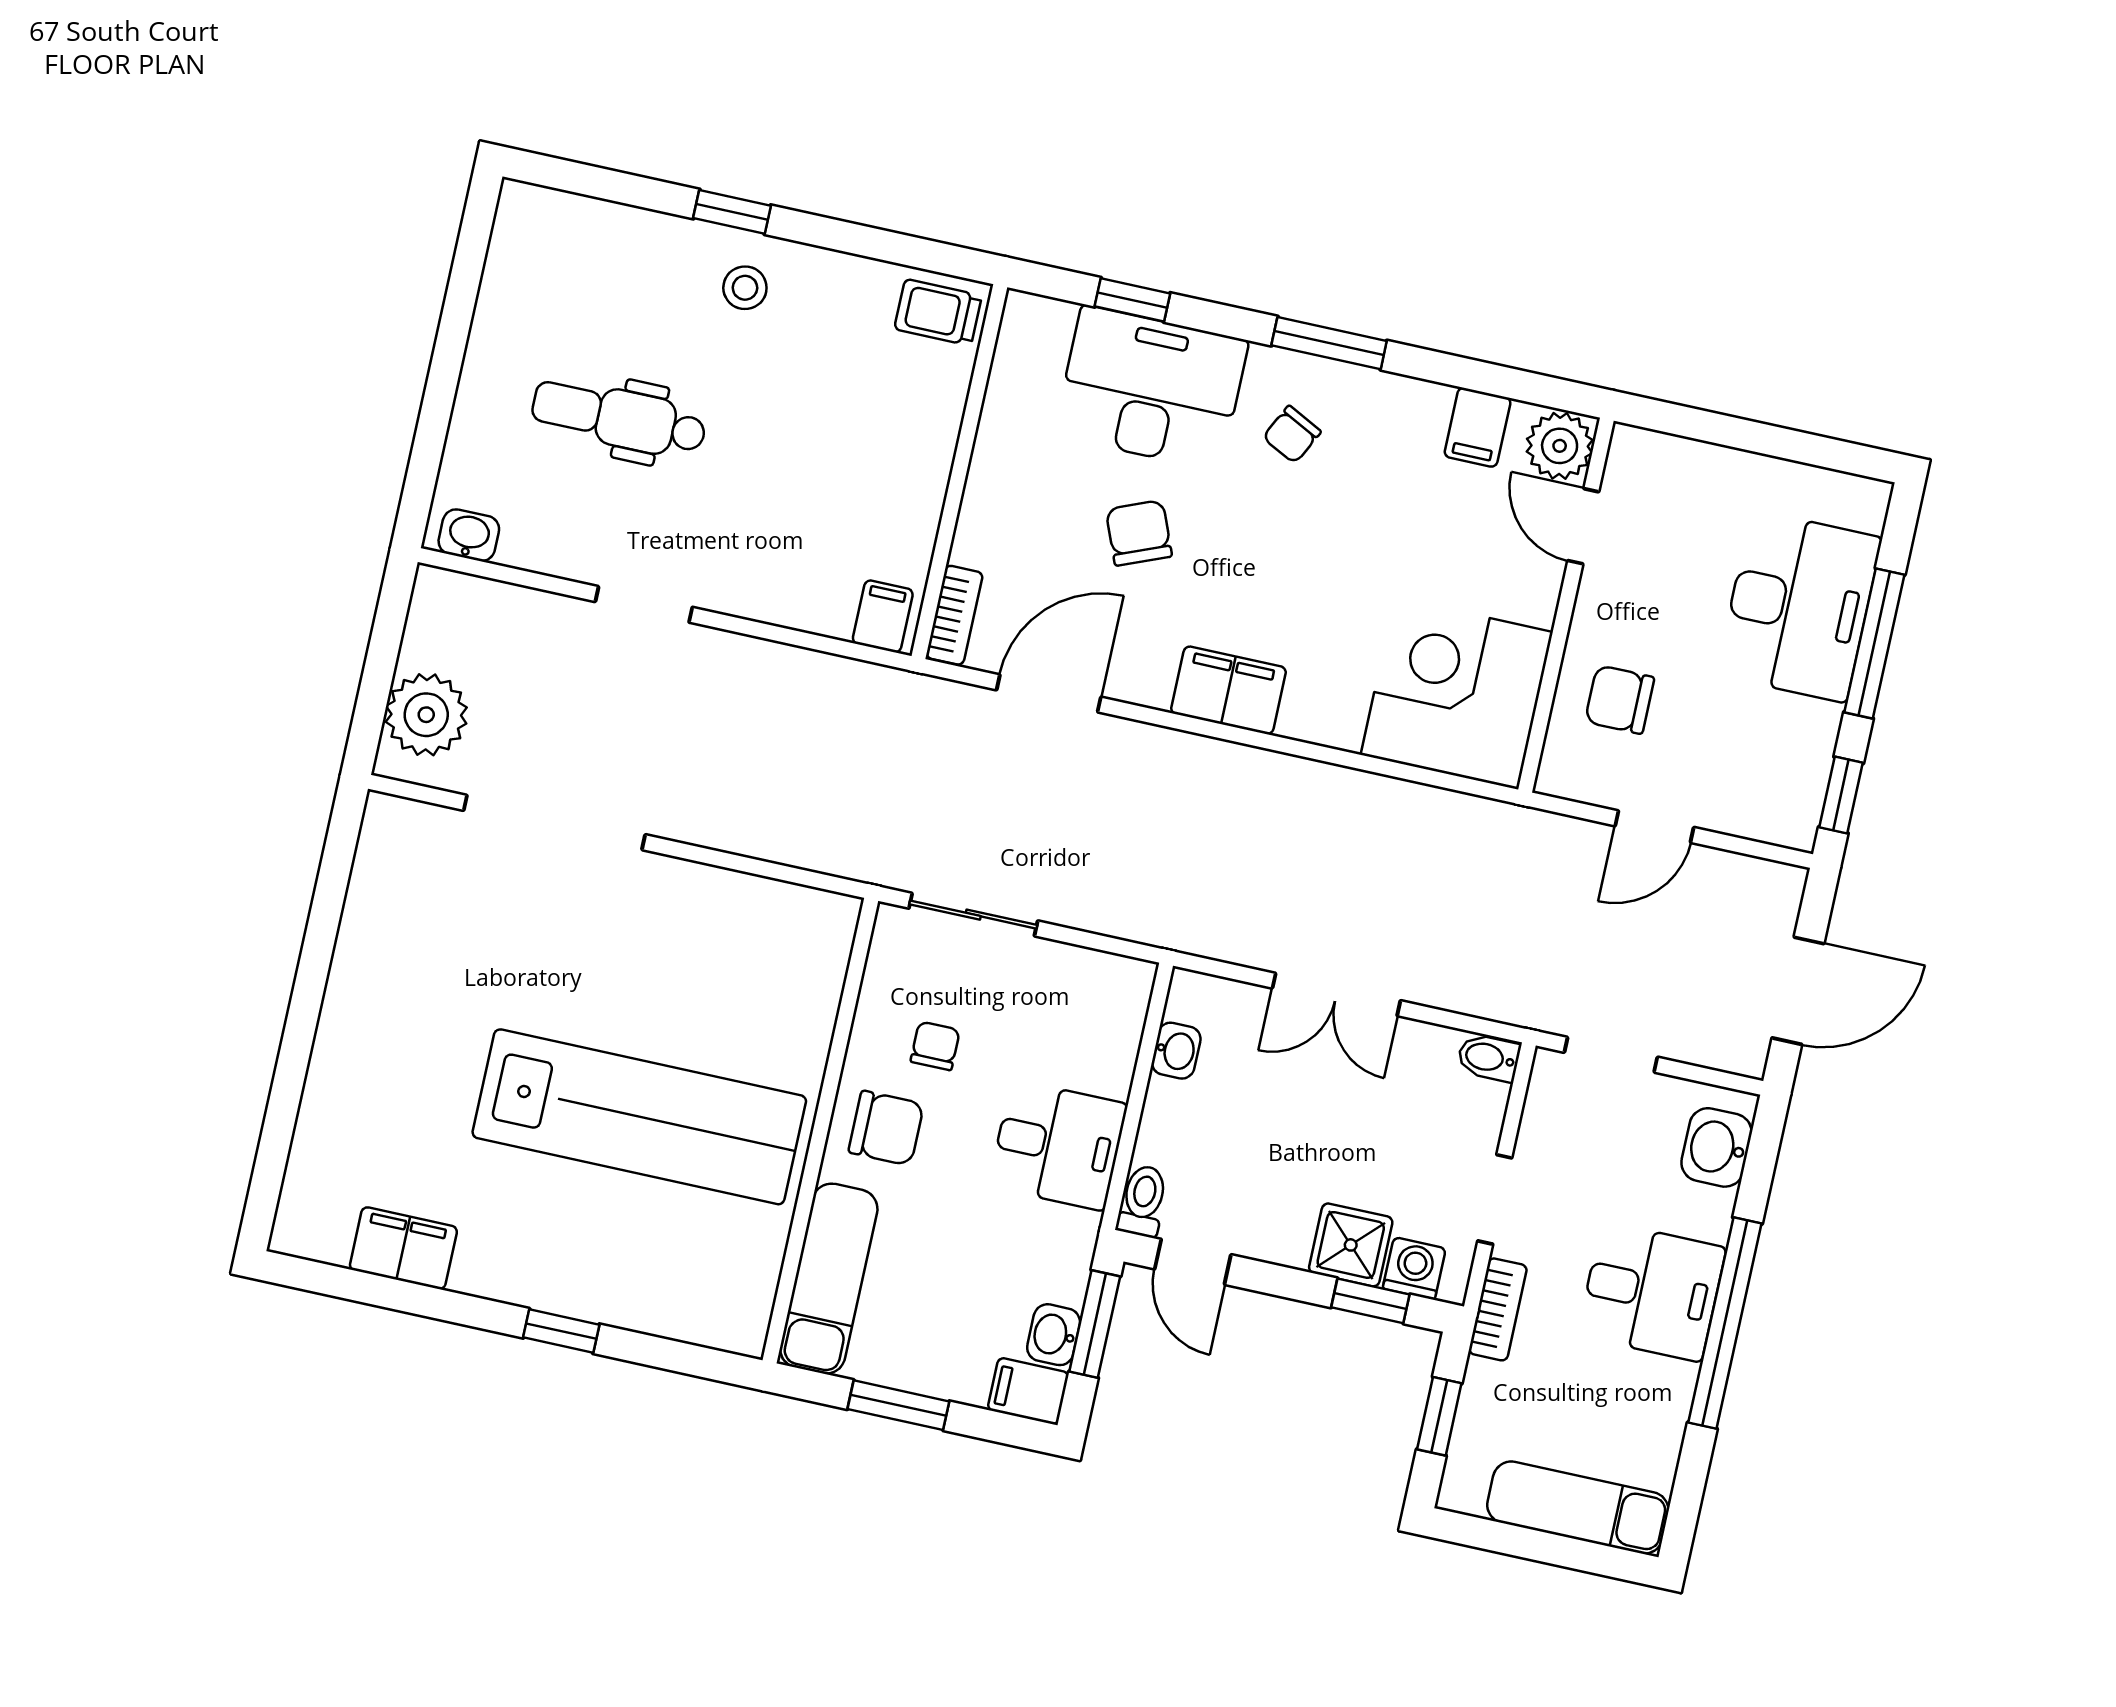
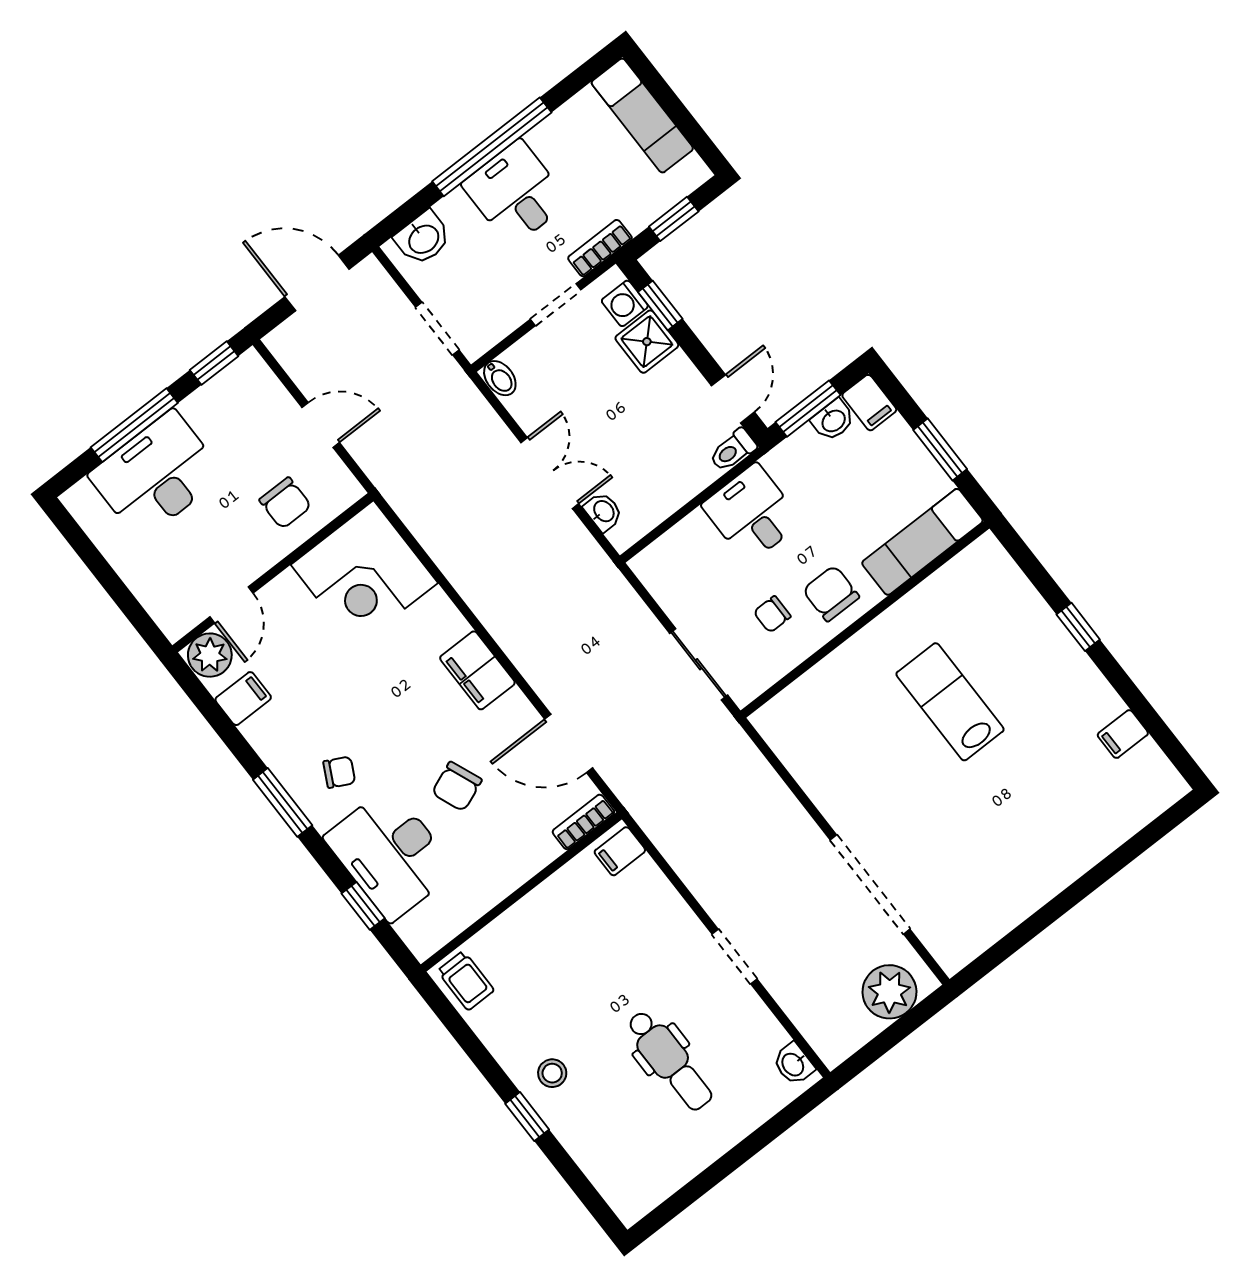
washbasin: (1176, 1051) -> (603, 512), moved, turned 90
lab bench: (639, 1117) -> (950, 702), width x0.54, depth x0.72
filing cabinet: (403, 1248) -> (1123, 734), width x0.50

